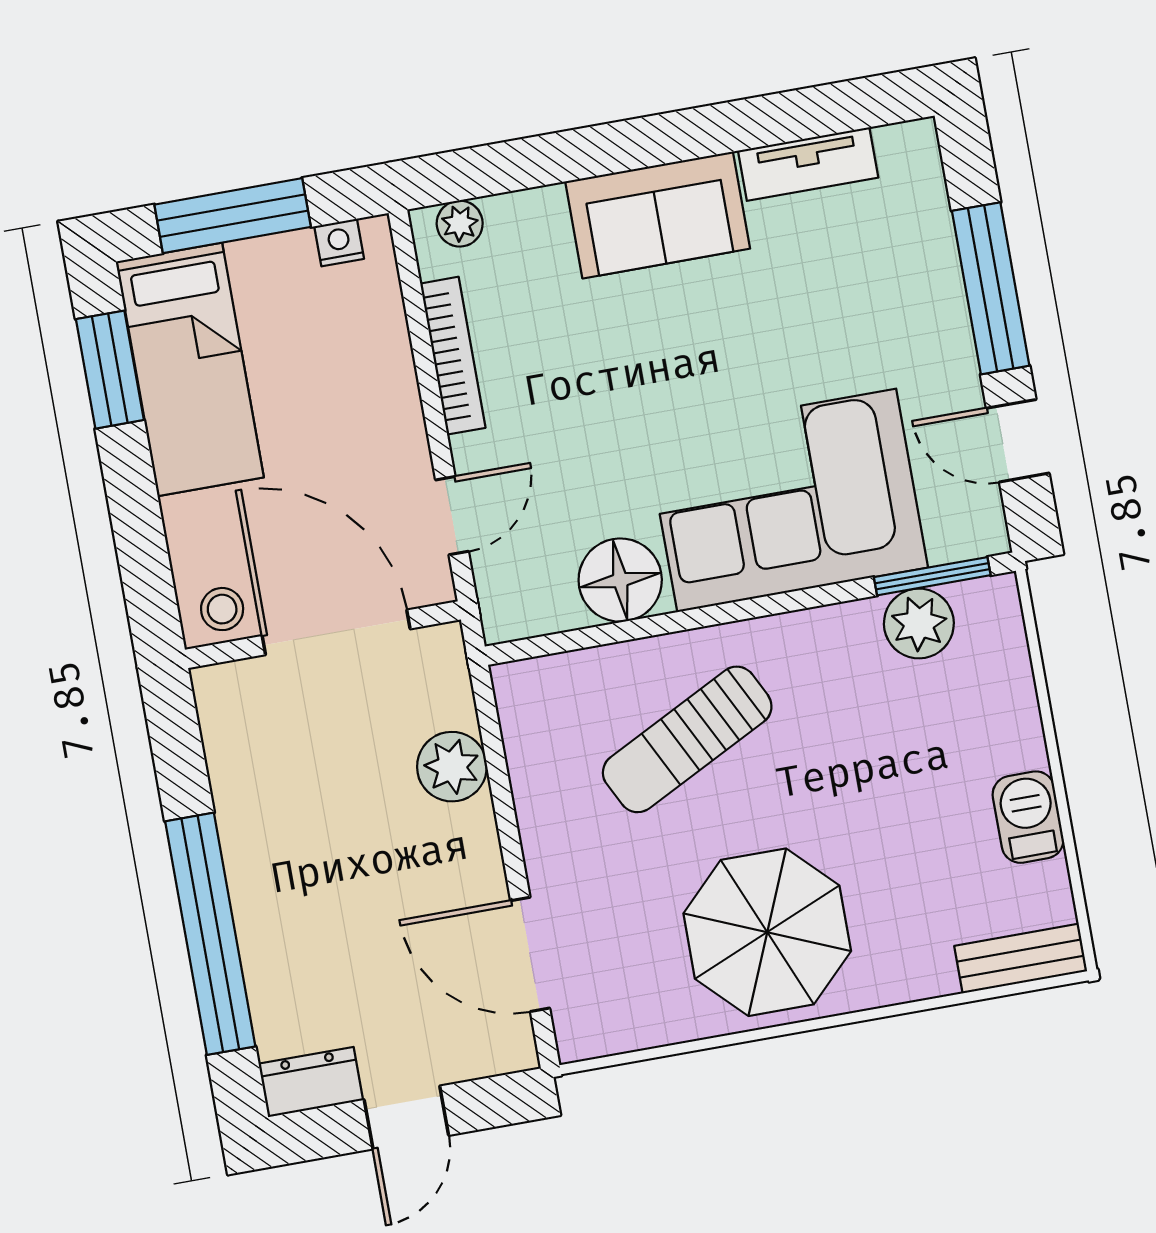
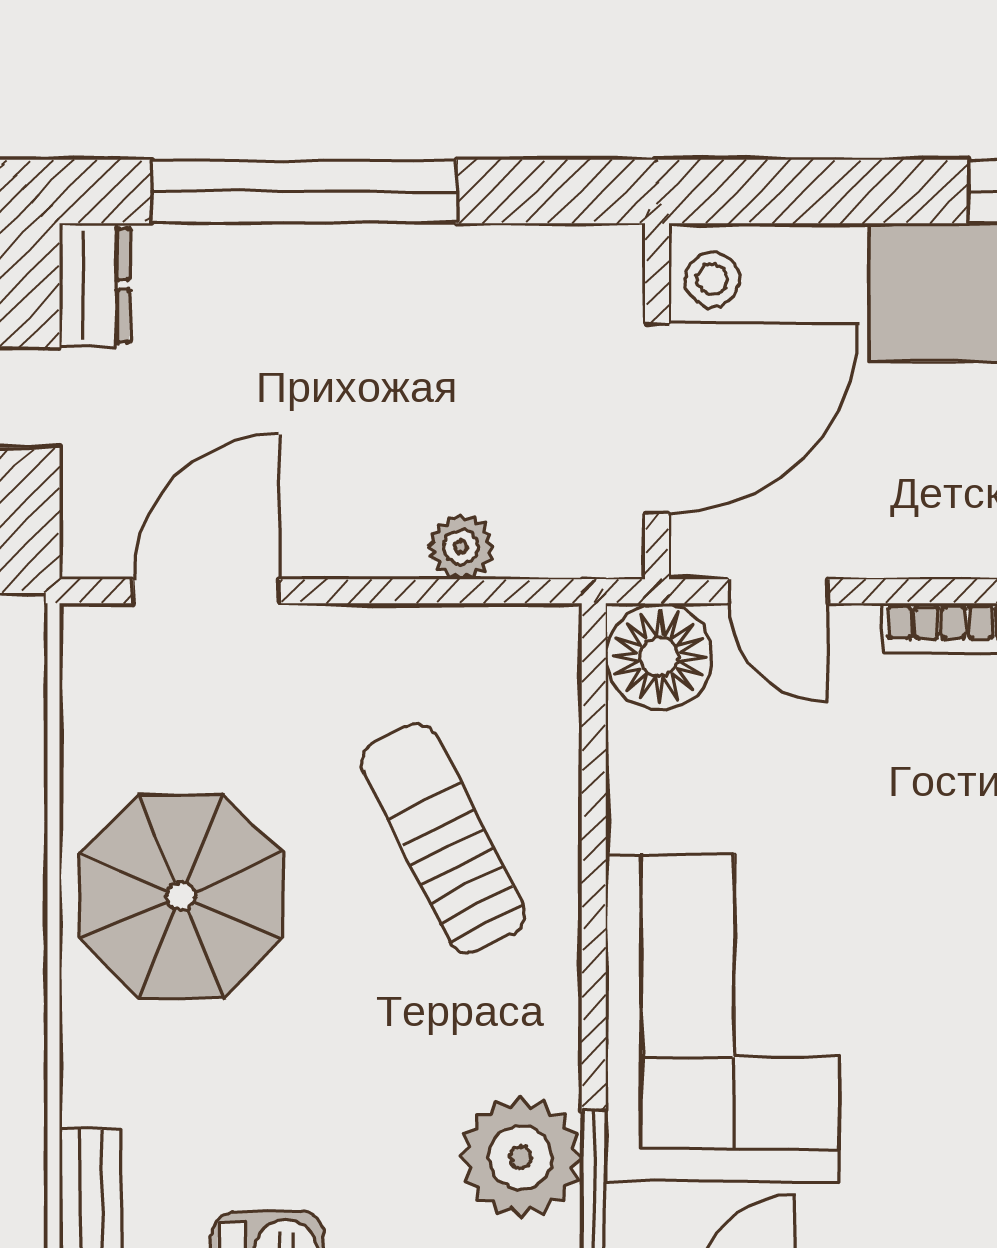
floor lamp: (620, 580) -> (659, 657), moved
plant: (919, 623) -> (521, 1157), width x1.36, depth x1.36
plant: (452, 767) -> (461, 547), width x0.73, depth x0.73

